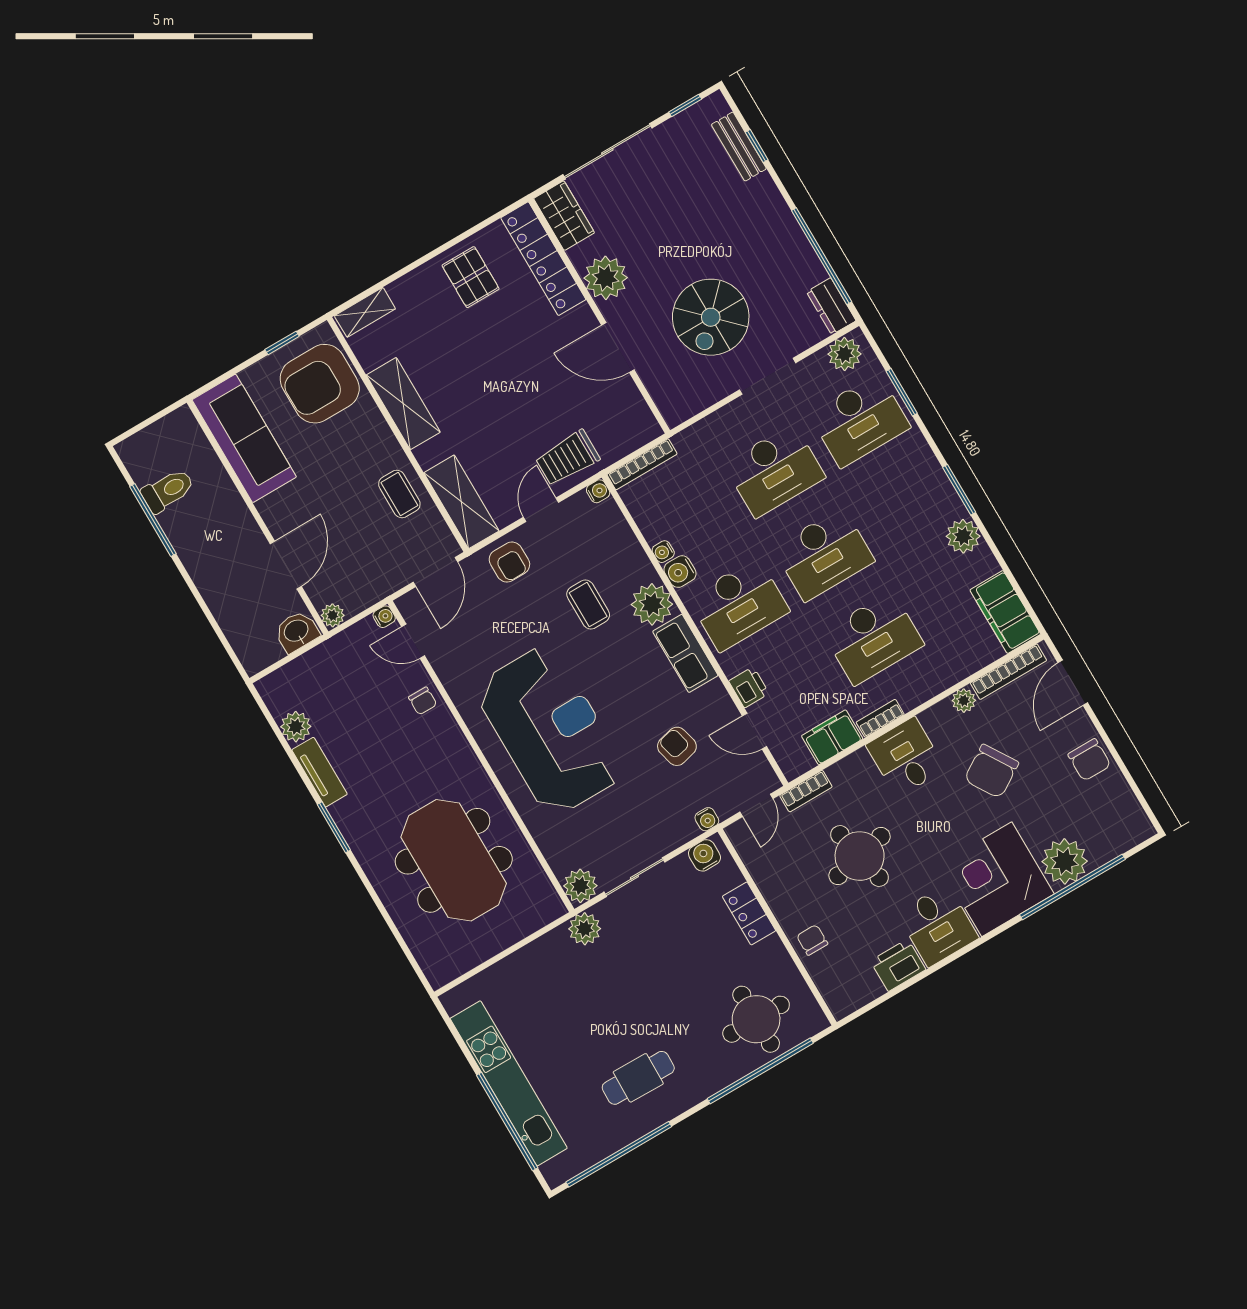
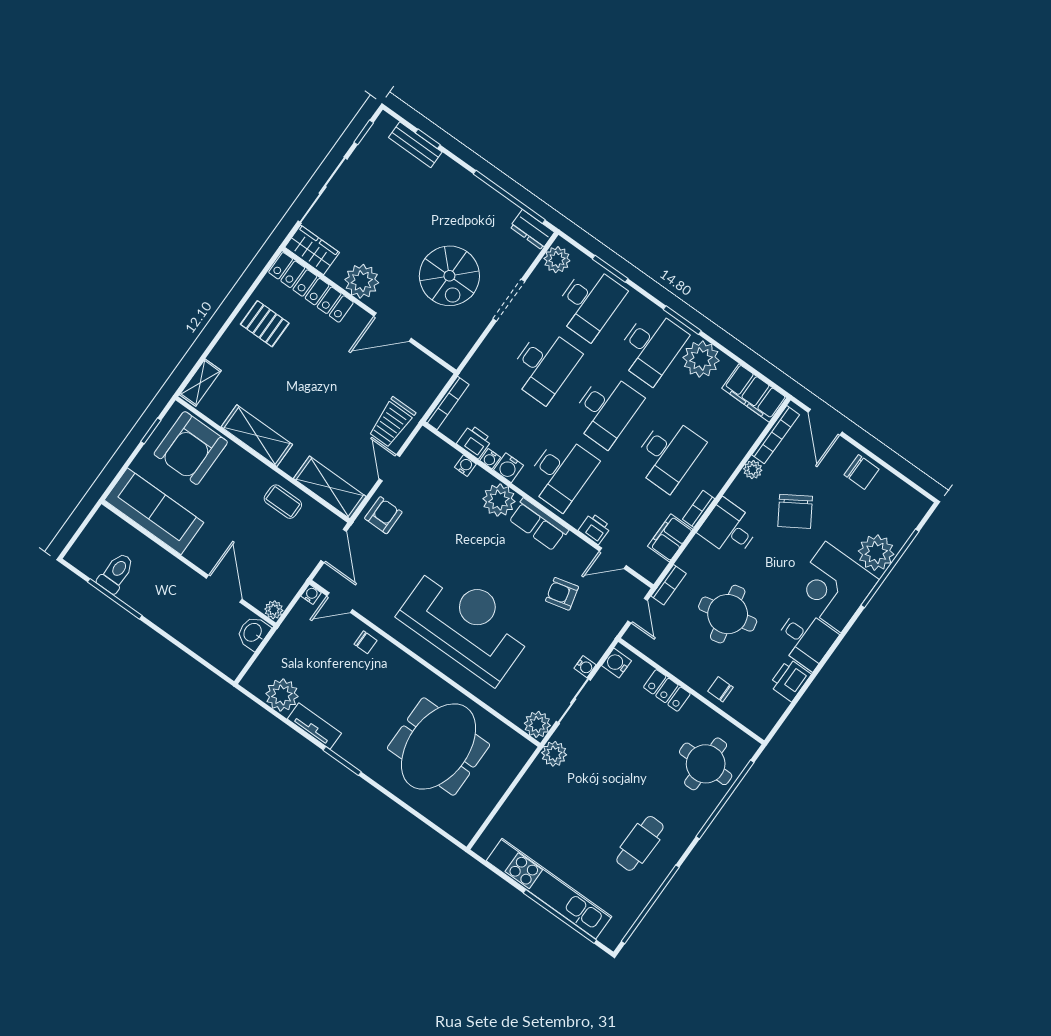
water cooler: (598, 491) -> (465, 466), moved
desk: (909, 504) -> (651, 347), added
printer: (654, 523) -> (474, 442), added
plant: (963, 536) -> (701, 359), width x1.36, depth x1.36
armchair: (509, 562) -> (383, 515), turned -90
coffee table: (588, 605) -> (453, 521), removed
plant: (296, 727) -> (282, 695), width x1.36, depth x1.36
water cooler: (707, 819) -> (585, 667), moved
meeting table: (454, 860) -> (439, 747), turned 90

